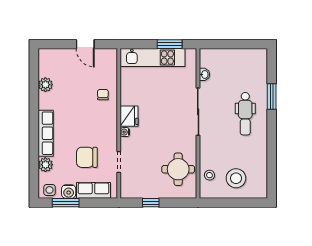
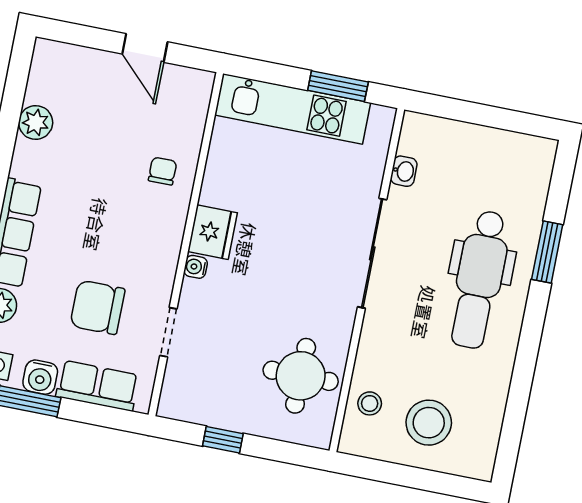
dental chair: (245, 114) -> (479, 279), width x1.36, depth x1.38

